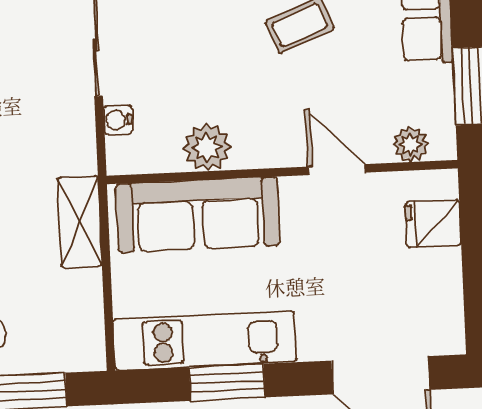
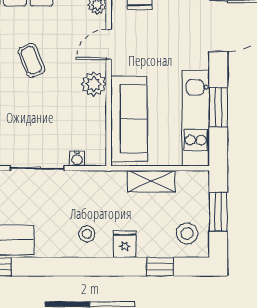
plant: (207, 148) -> (94, 84), moved
shelving: (80, 222) -> (151, 181), moved

